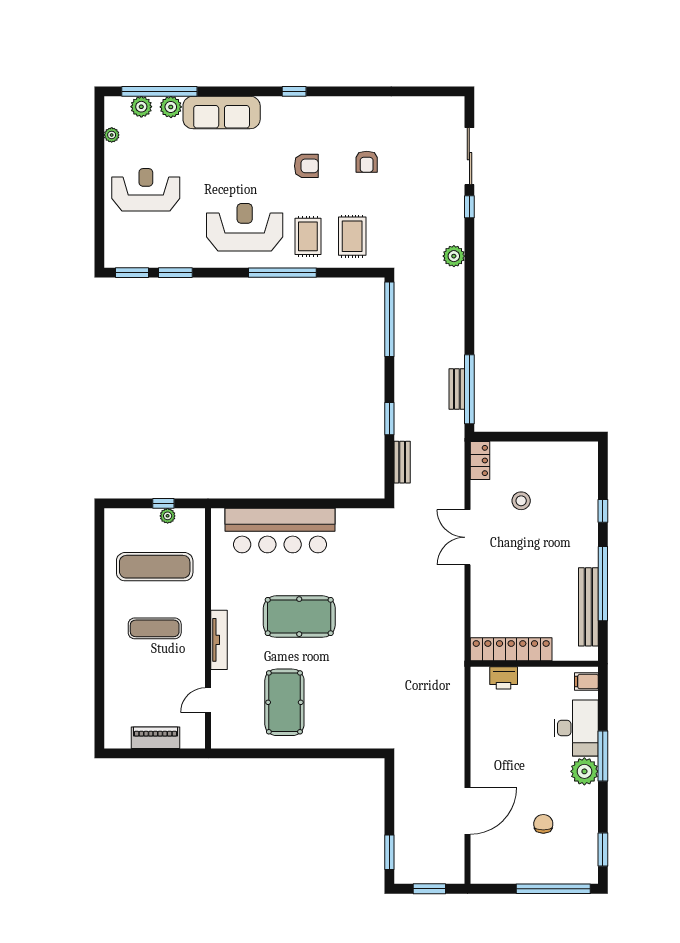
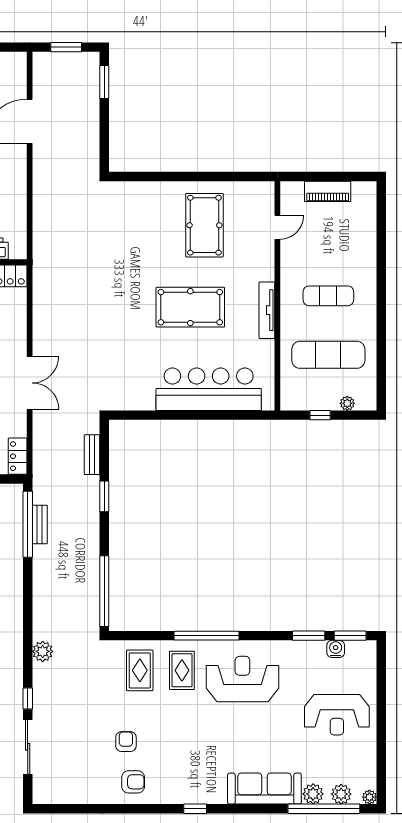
plant: (112, 135) -> (369, 797), moved
armchair: (306, 166) -> (133, 782), moved, turned 180
reception desk: (245, 227) -> (242, 679), turned 180
water cooler: (147, 259) -> (336, 649), added
plant: (168, 516) -> (347, 403), moved
tv unit: (219, 640) -> (267, 310), moved

